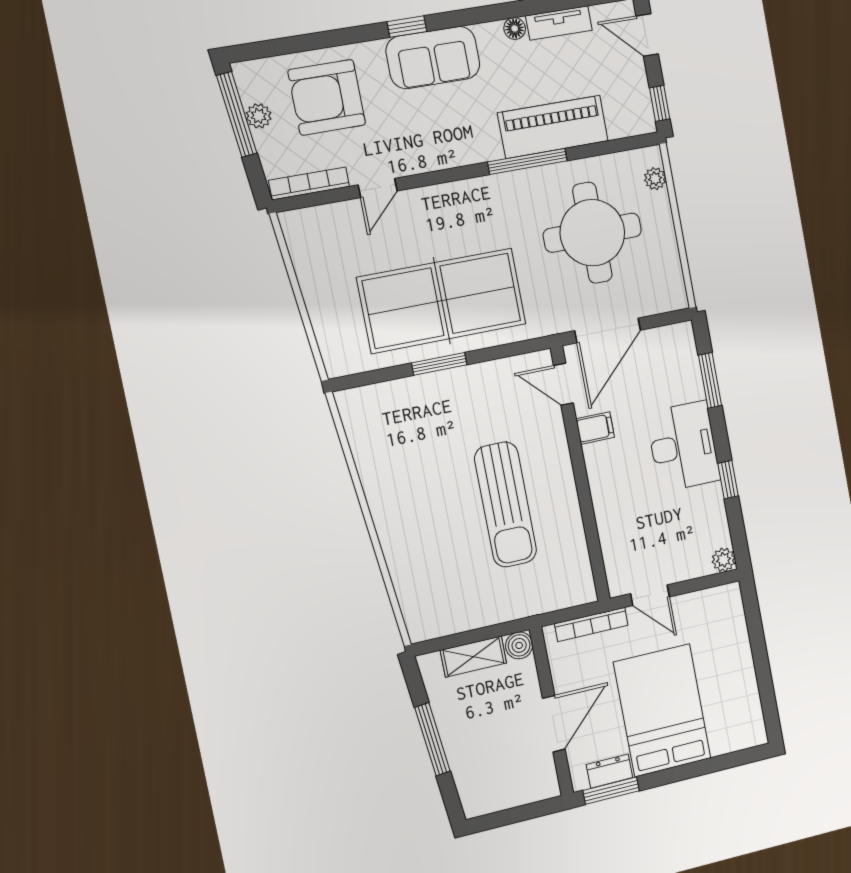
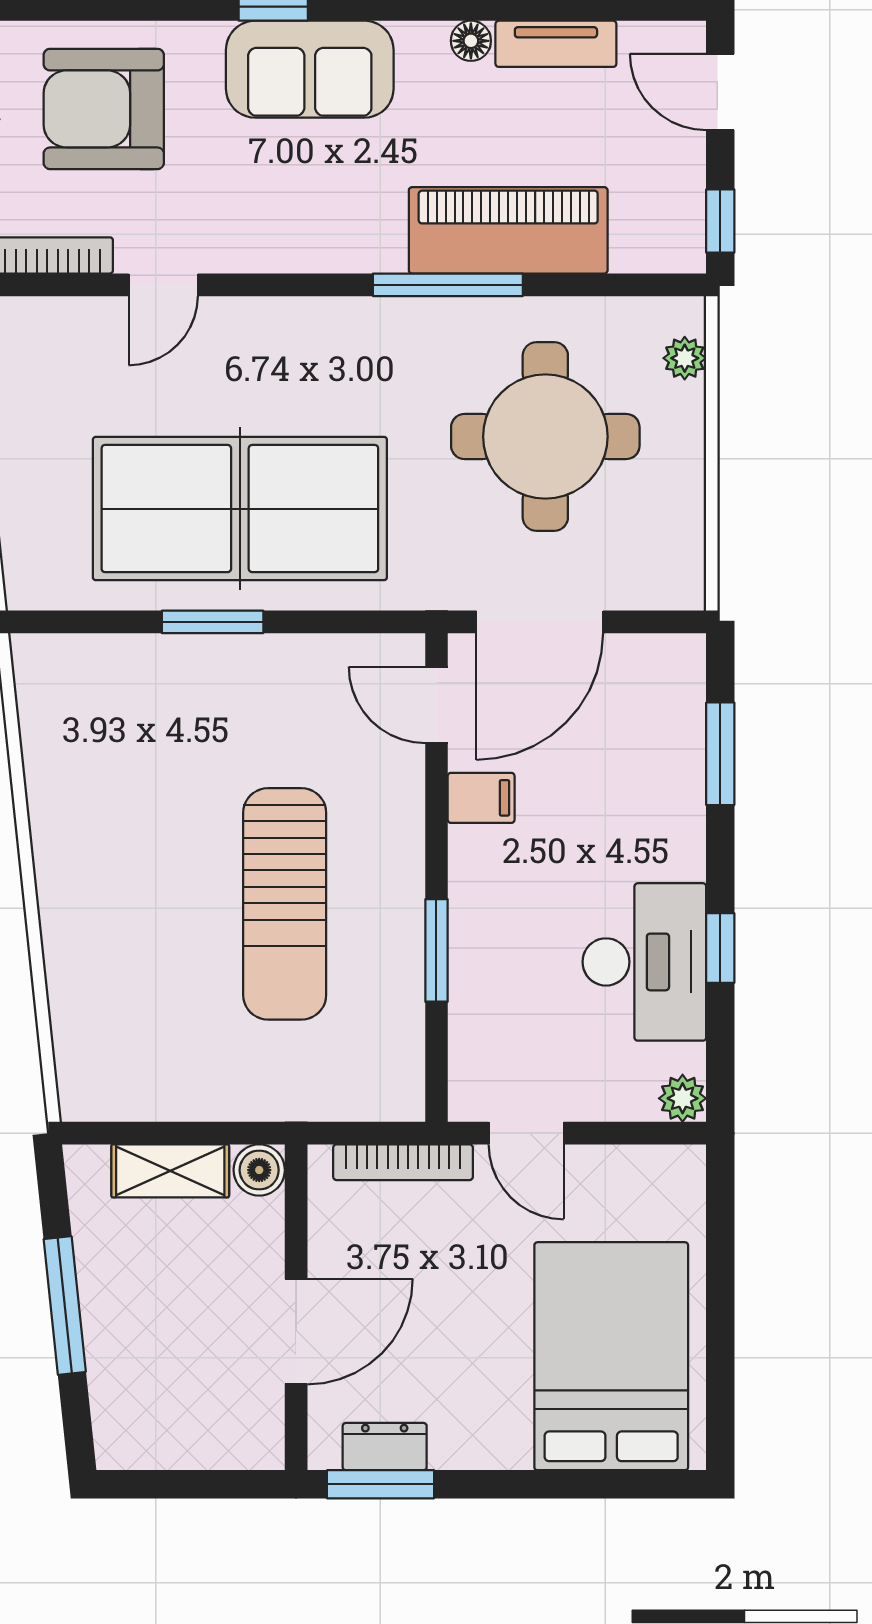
desk: (683, 446) -> (644, 962), moved
window: (588, 512) -> (436, 950), added
bed: (662, 710) -> (611, 1356), moved

